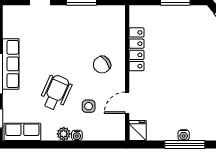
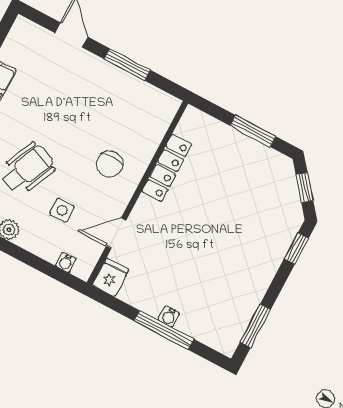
chair: (102, 65) -> (110, 164), turned -54
water cooler: (77, 135) -> (66, 262), moved

